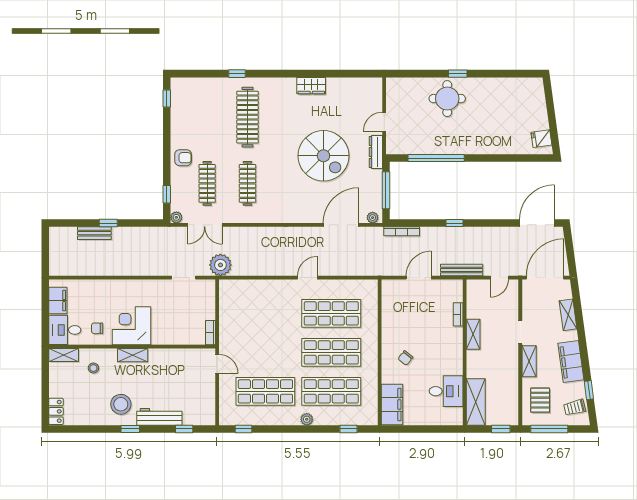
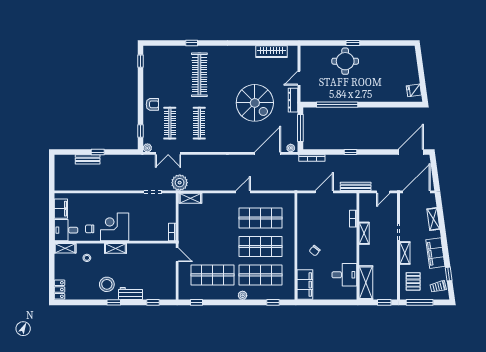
wardrobe: (311, 86) -> (272, 52), moved, width x1.50
shelving: (235, 286) -> (190, 198), added
workbench: (159, 417) -> (130, 294), width x0.73

